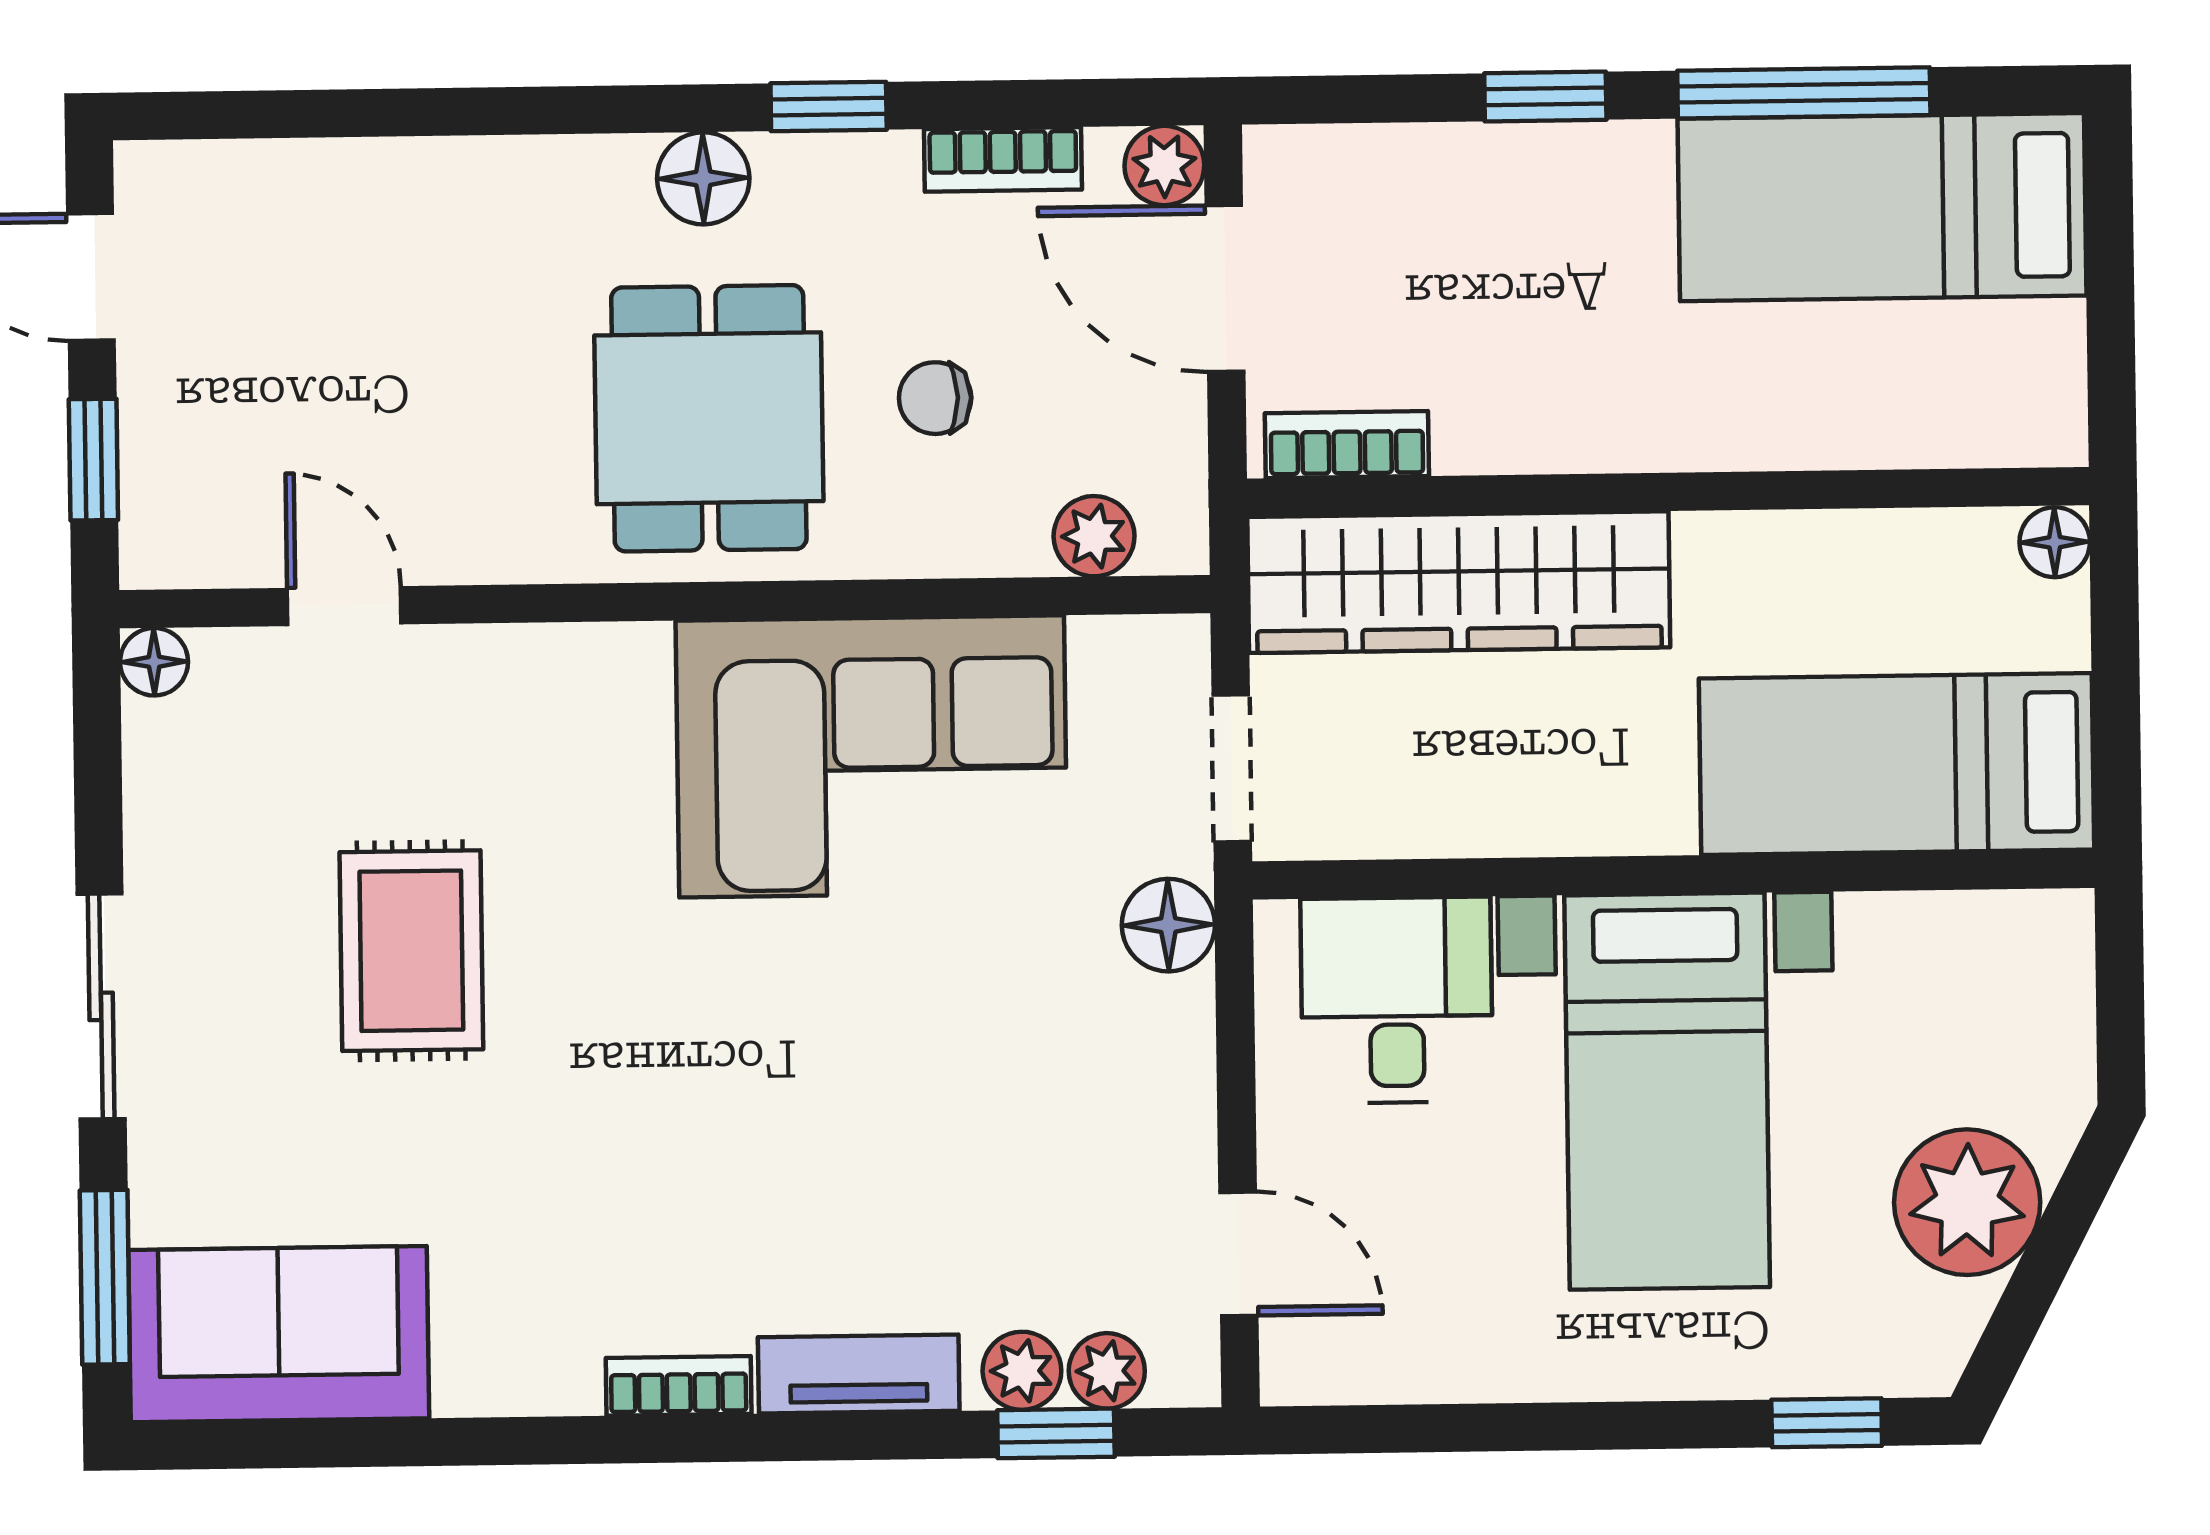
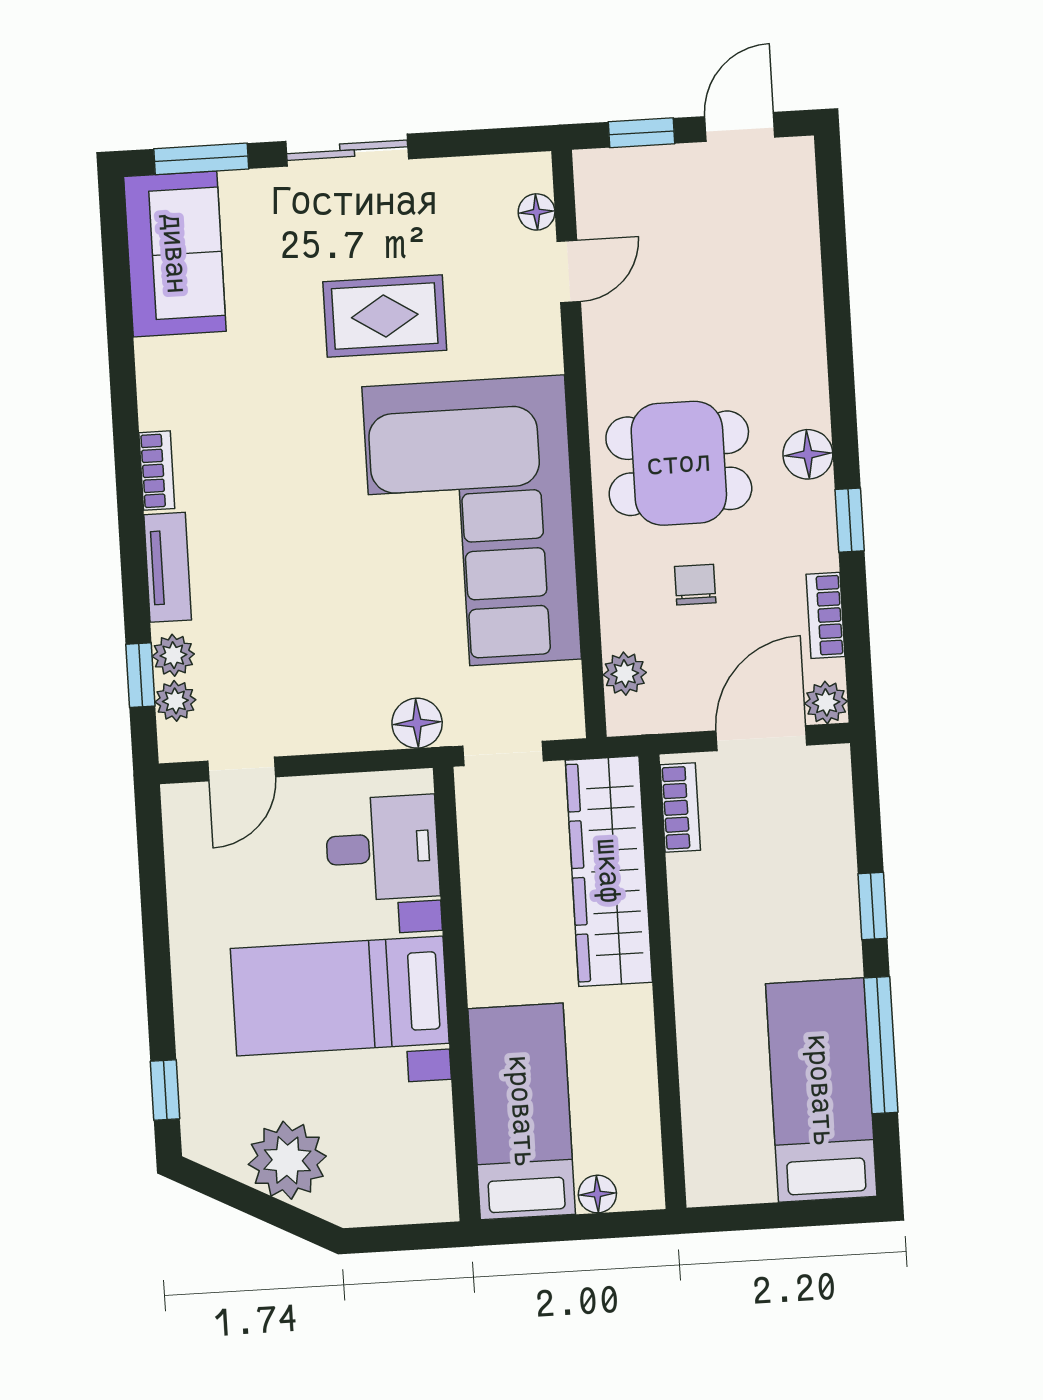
floor lamp: (2055, 542) -> (597, 1194), moved
floor lamp: (154, 662) -> (537, 212), moved
corner sofa: (872, 756) -> (472, 523), width x1.36, depth x1.36

